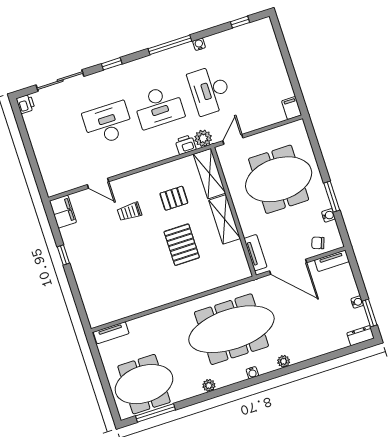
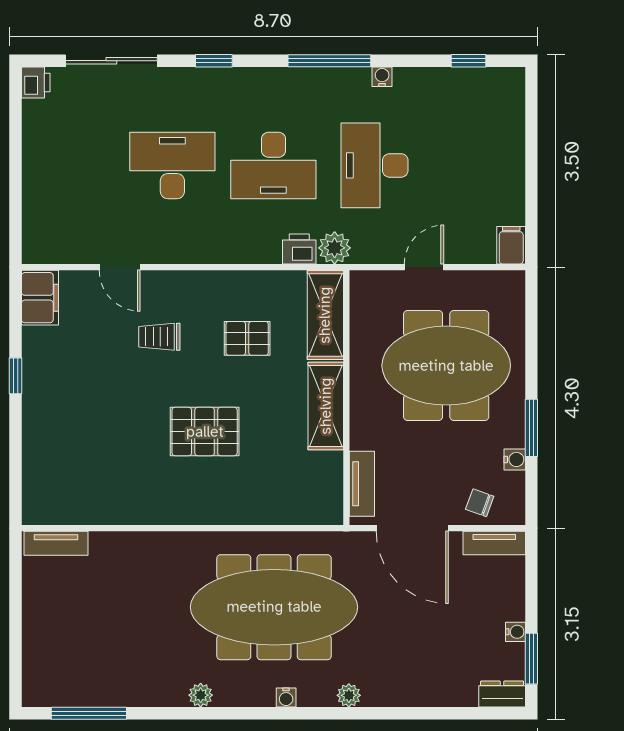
door: (233, 139) -> (424, 267), moved
pallet: (182, 245) -> (205, 432), moved, turned 90
meeting table: (144, 384) -> (85, 655), removed

